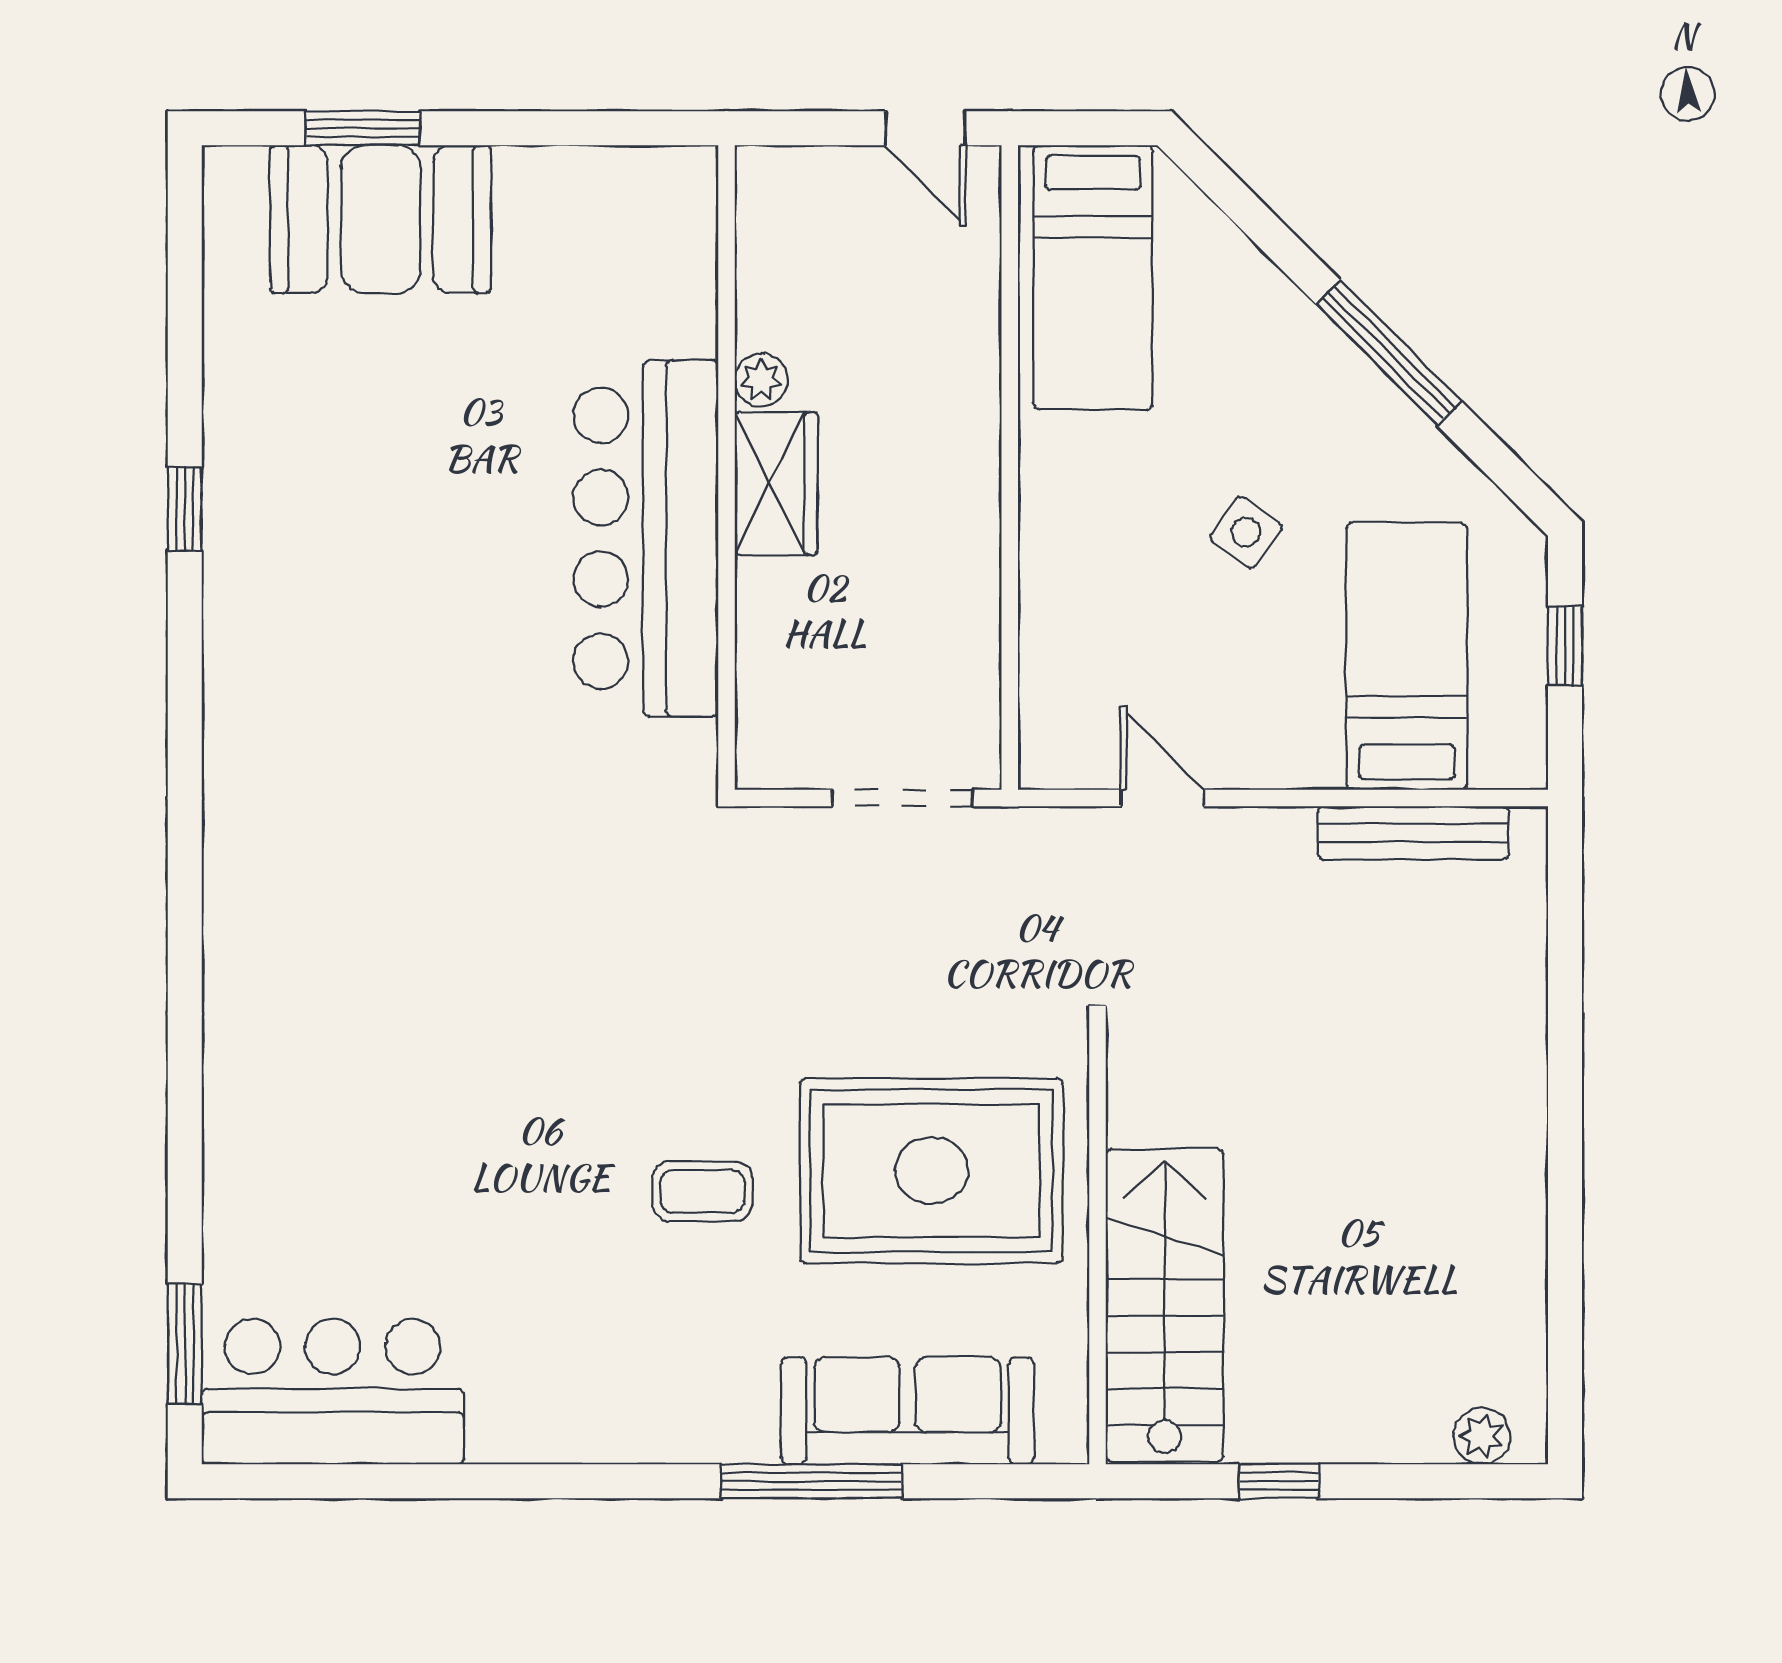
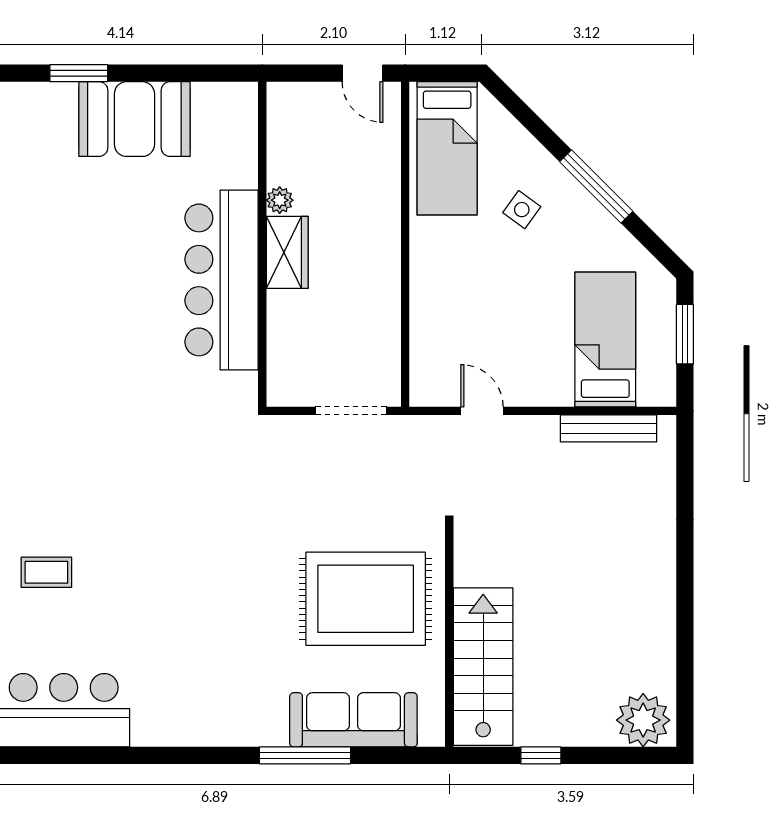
booth: (381, 219) -> (134, 119), moved
side table: (1246, 532) -> (522, 210), moved
window: (1565, 646) -> (685, 334), width x1.50
coffee table: (702, 1191) -> (46, 572), moved
plant: (1482, 1436) -> (643, 720), width x1.88, depth x1.88

